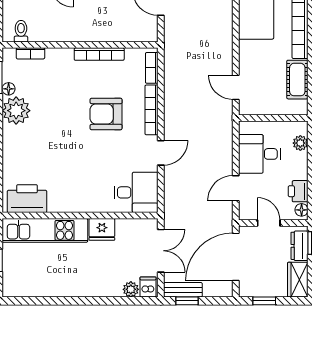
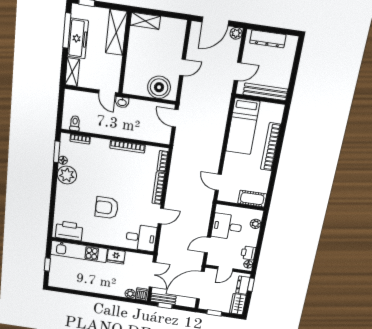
cot: (297, 80) -> (252, 199), moved, turned 90
armchair: (106, 114) -> (107, 208), moved
door: (269, 223) -> (225, 269), swing flipped

